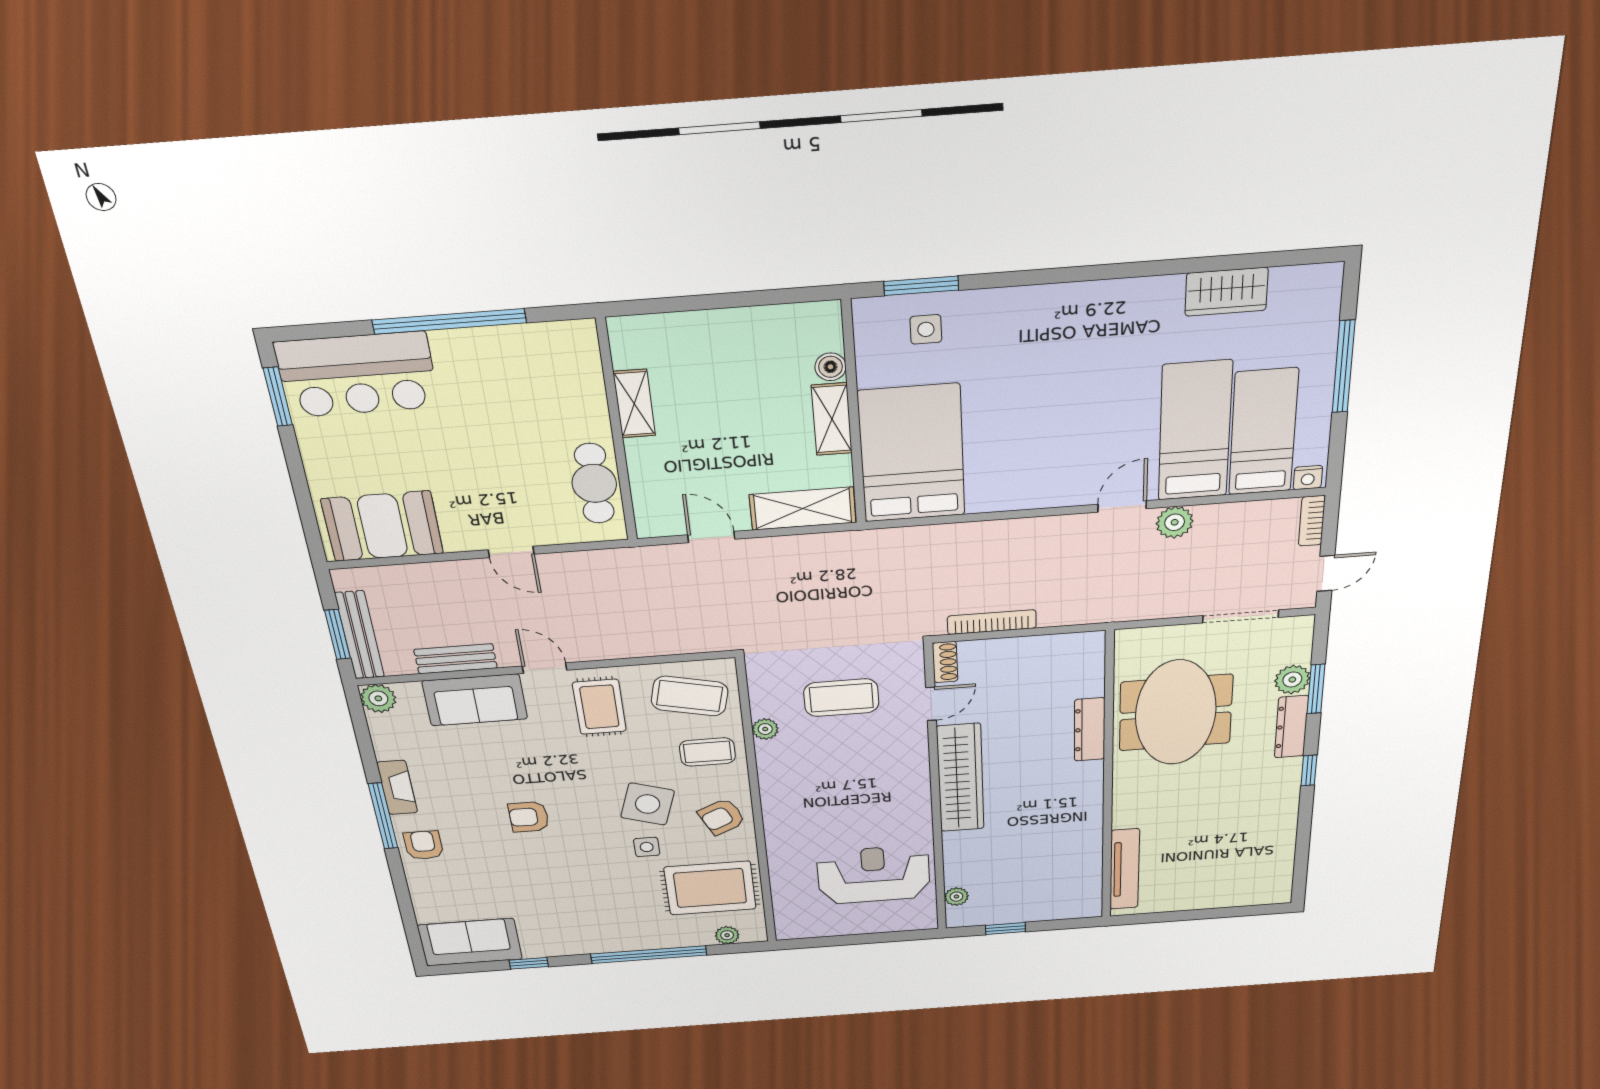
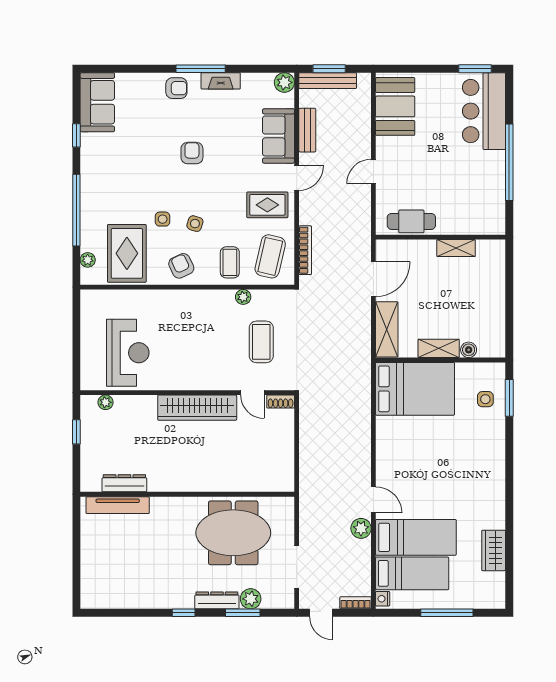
door: (711, 537) -> (373, 279), width x1.38
bookcase: (992, 622) -> (305, 250), moved
dresser: (1090, 730) -> (124, 483), moved
side table: (648, 804) -> (195, 224), width x0.54, depth x0.54

